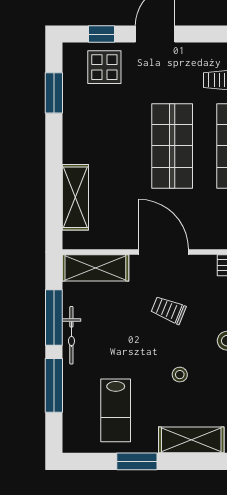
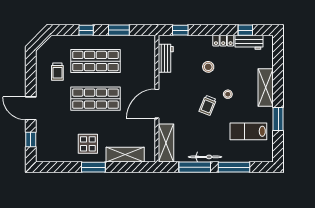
display table: (104, 67) -> (88, 144), moved
window: (54, 93) -> (93, 167), moved
trolley: (168, 310) -> (208, 105), moved
lab bench: (116, 410) -> (248, 131), turned 180

